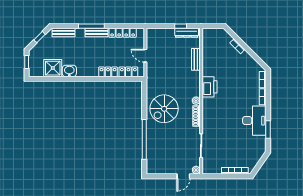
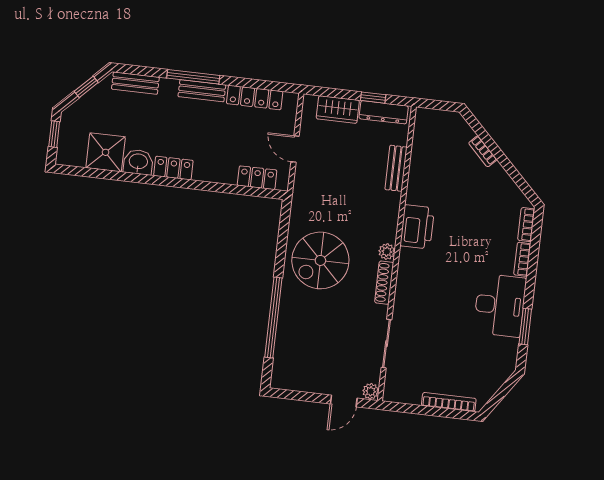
wardrobe: (164, 34) -> (338, 110), added
locker: (108, 72) -> (173, 168), moved

